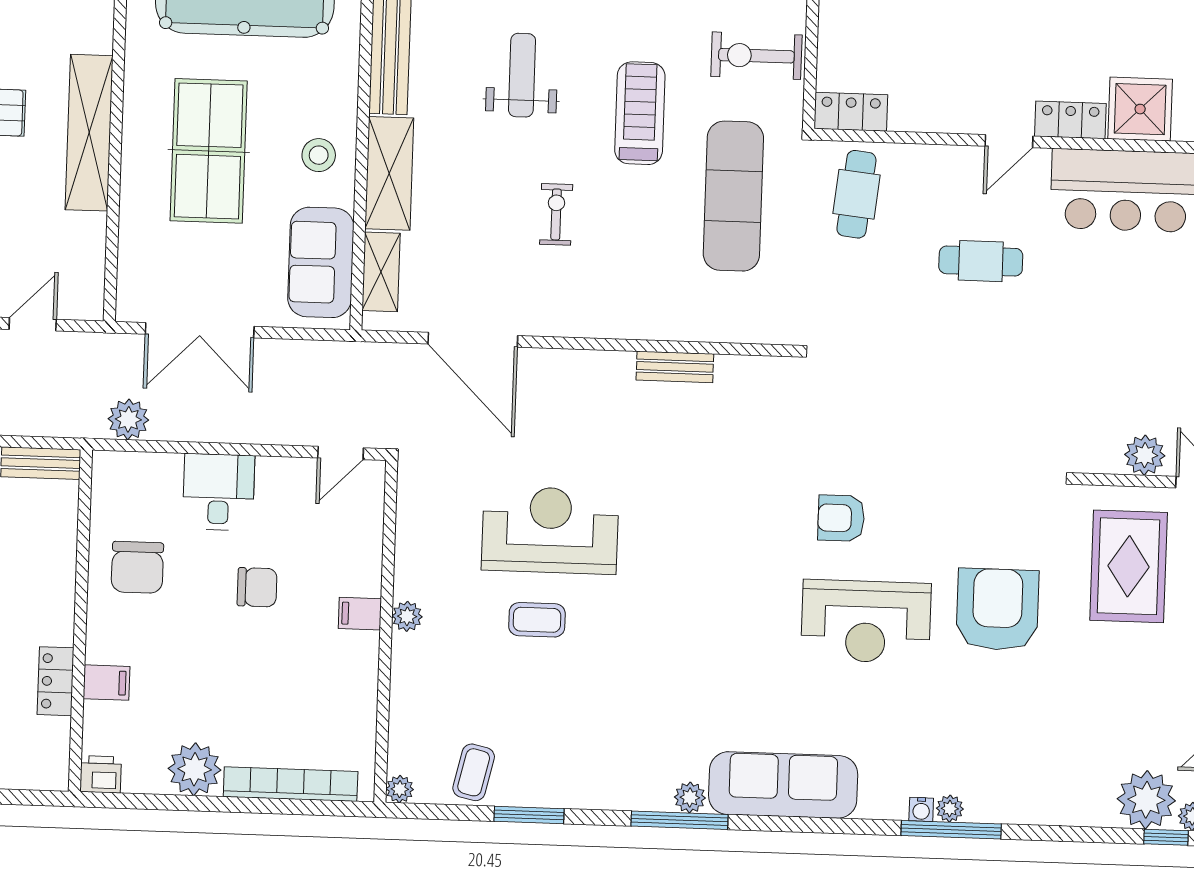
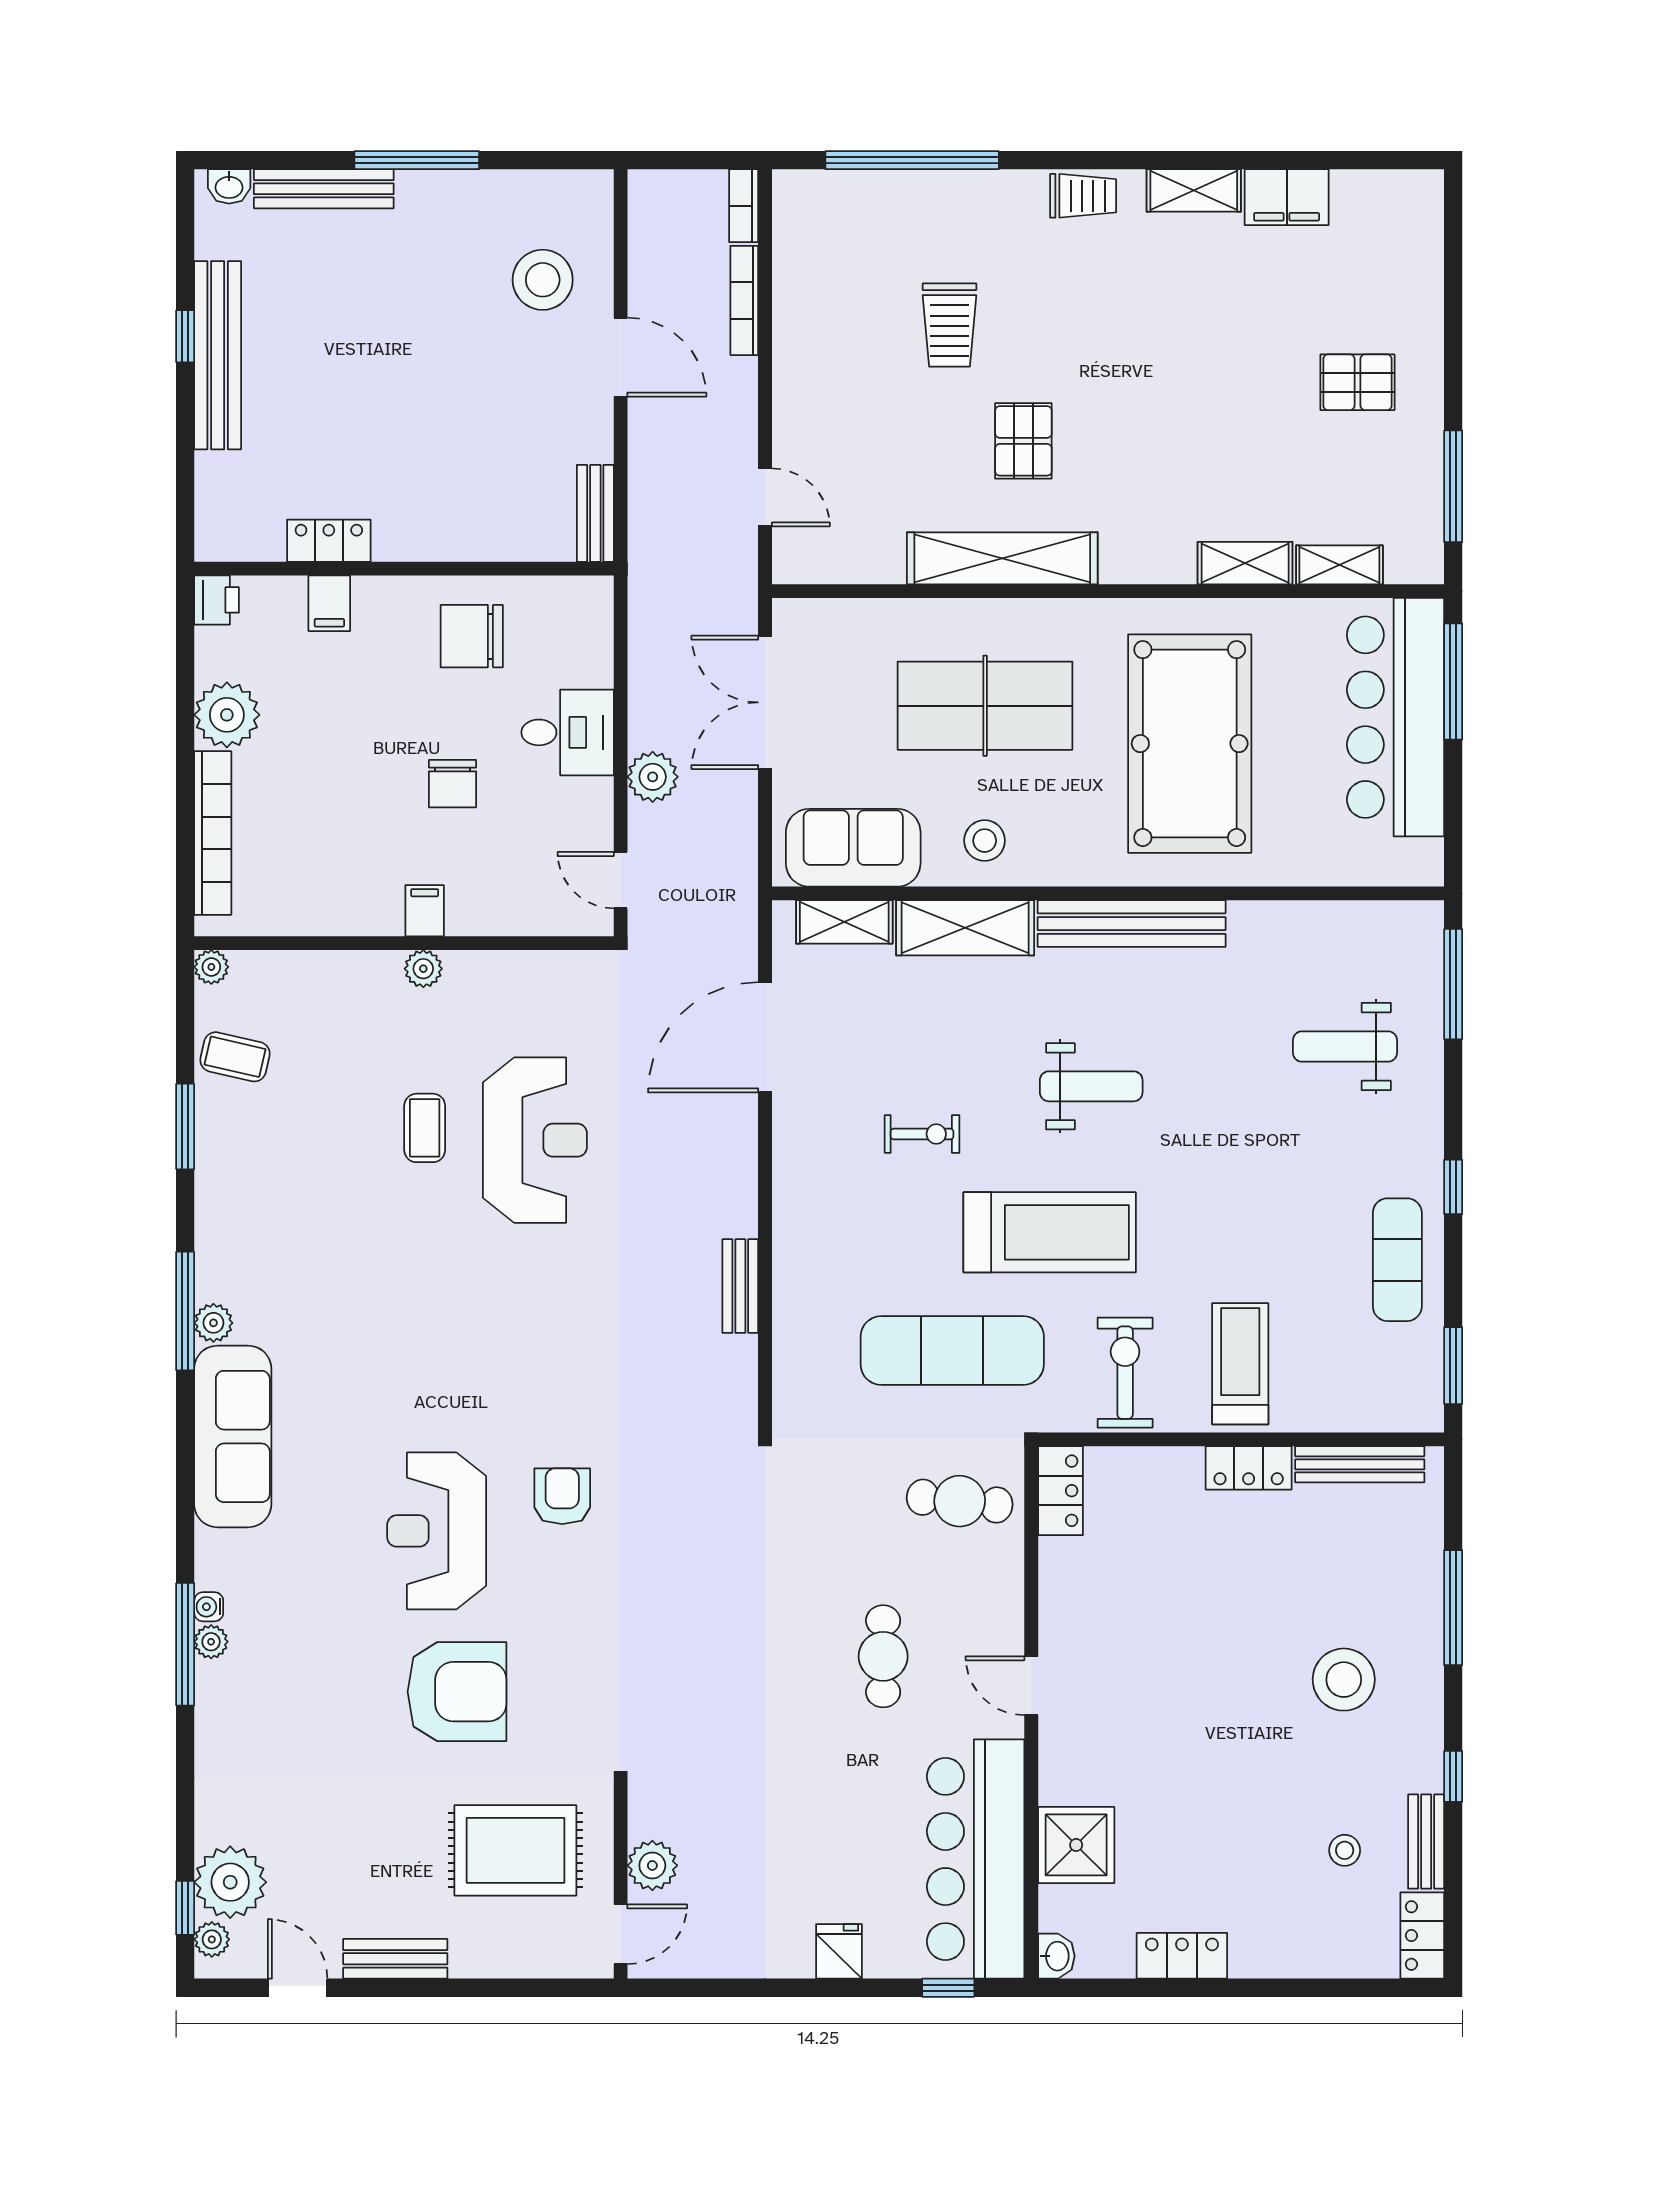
treadmill: (640, 113) -> (1050, 1232), width x1.37, depth x1.38
locker: (1070, 120) -> (1060, 1760), removed
plant: (128, 419) -> (653, 777), moved

